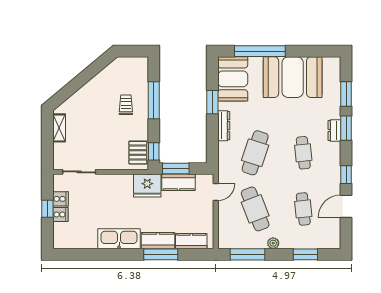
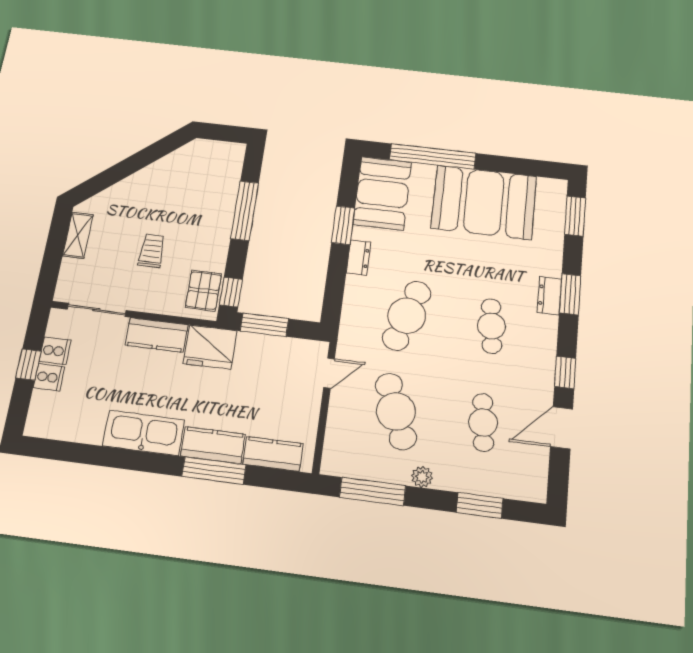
window: (346, 94) -> (575, 216), moved
trolley: (126, 105) -> (152, 251), moved
dresser: (224, 126) -> (358, 258), width x0.70
kitchen counter: (179, 182) -> (157, 335), moved

